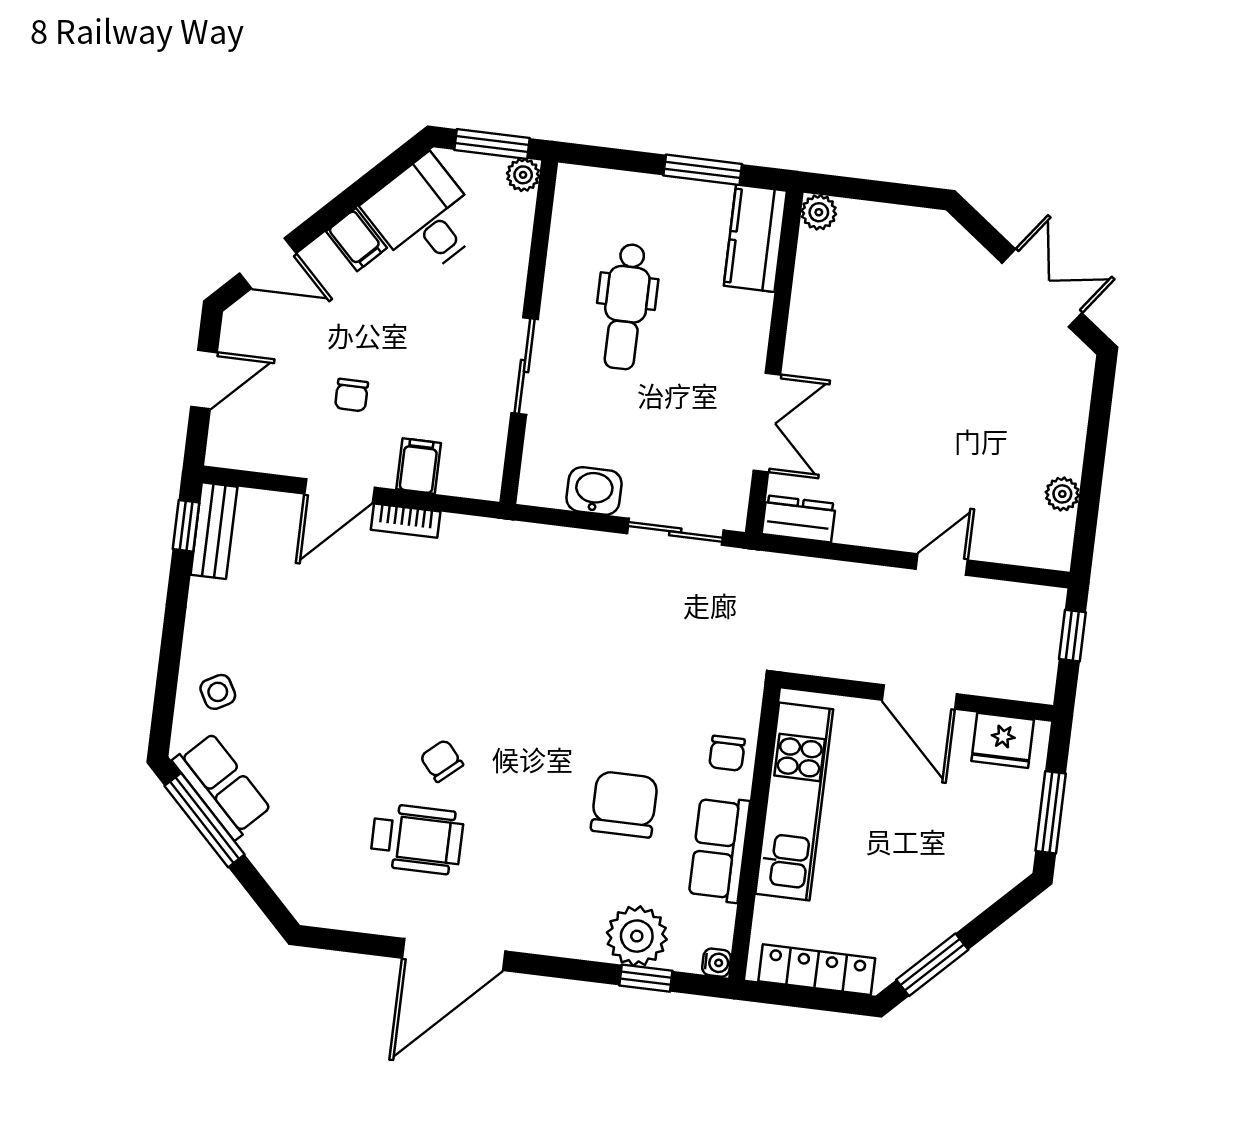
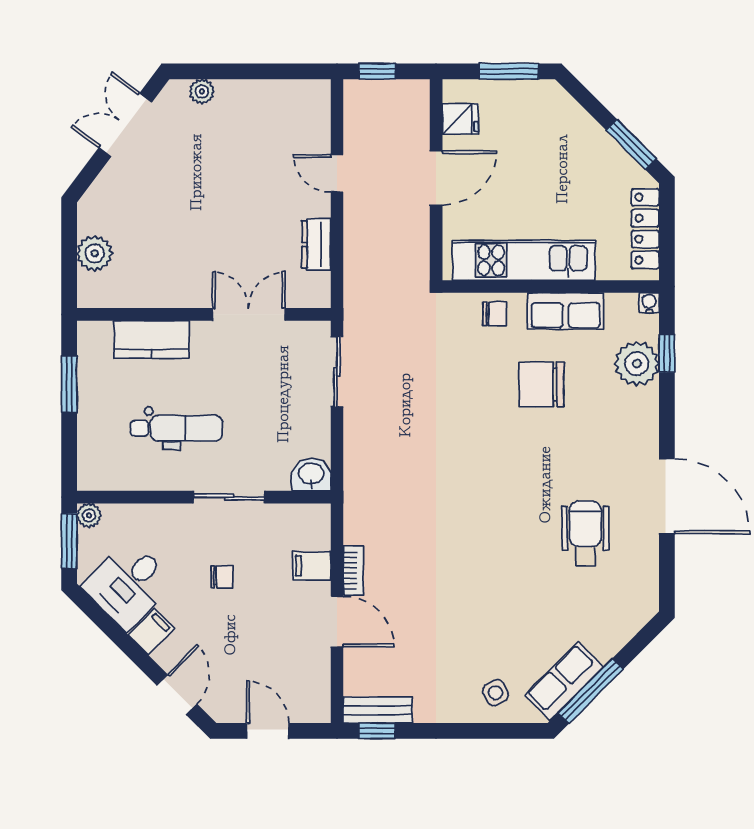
plant: (819, 212) -> (95, 253), moved, width x1.38, depth x1.38
kitchen counter: (755, 238) -> (152, 339), moved
chair: (352, 395) -> (222, 577), moved
washbasin: (594, 491) -> (311, 474), moved, turned 90
plant: (1062, 494) -> (202, 91), moved
dresser: (799, 519) -> (316, 244), moved
fridge: (1003, 740) -> (460, 119), width x0.72
chair: (442, 761) -> (526, 522), removed

